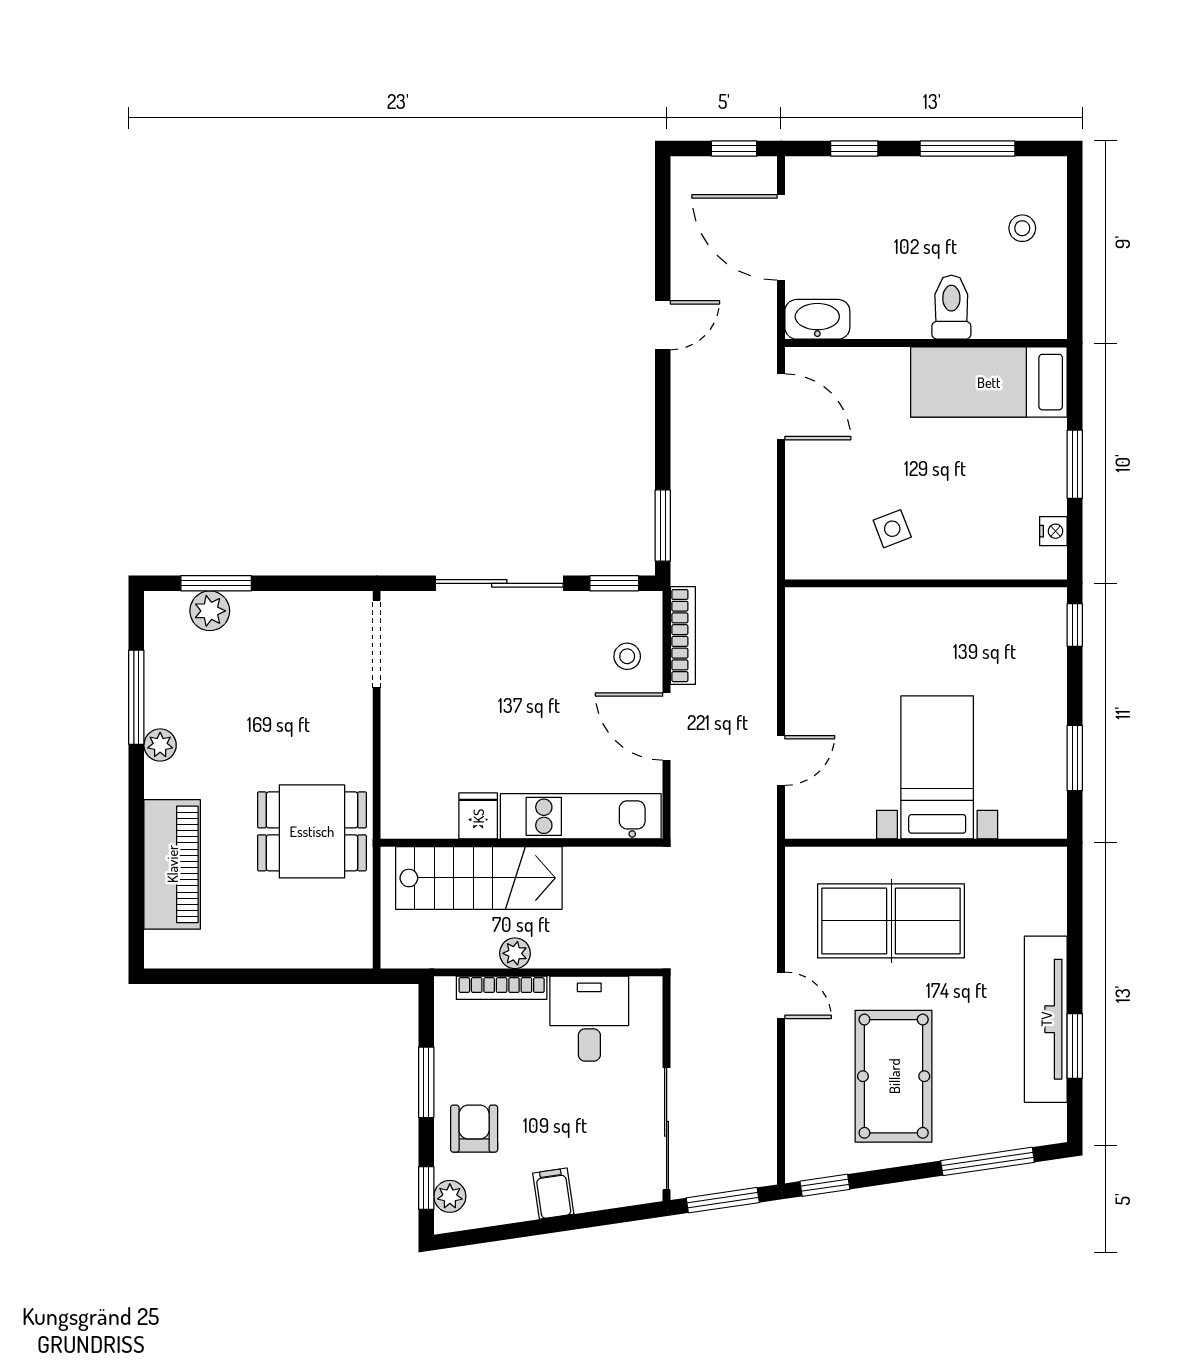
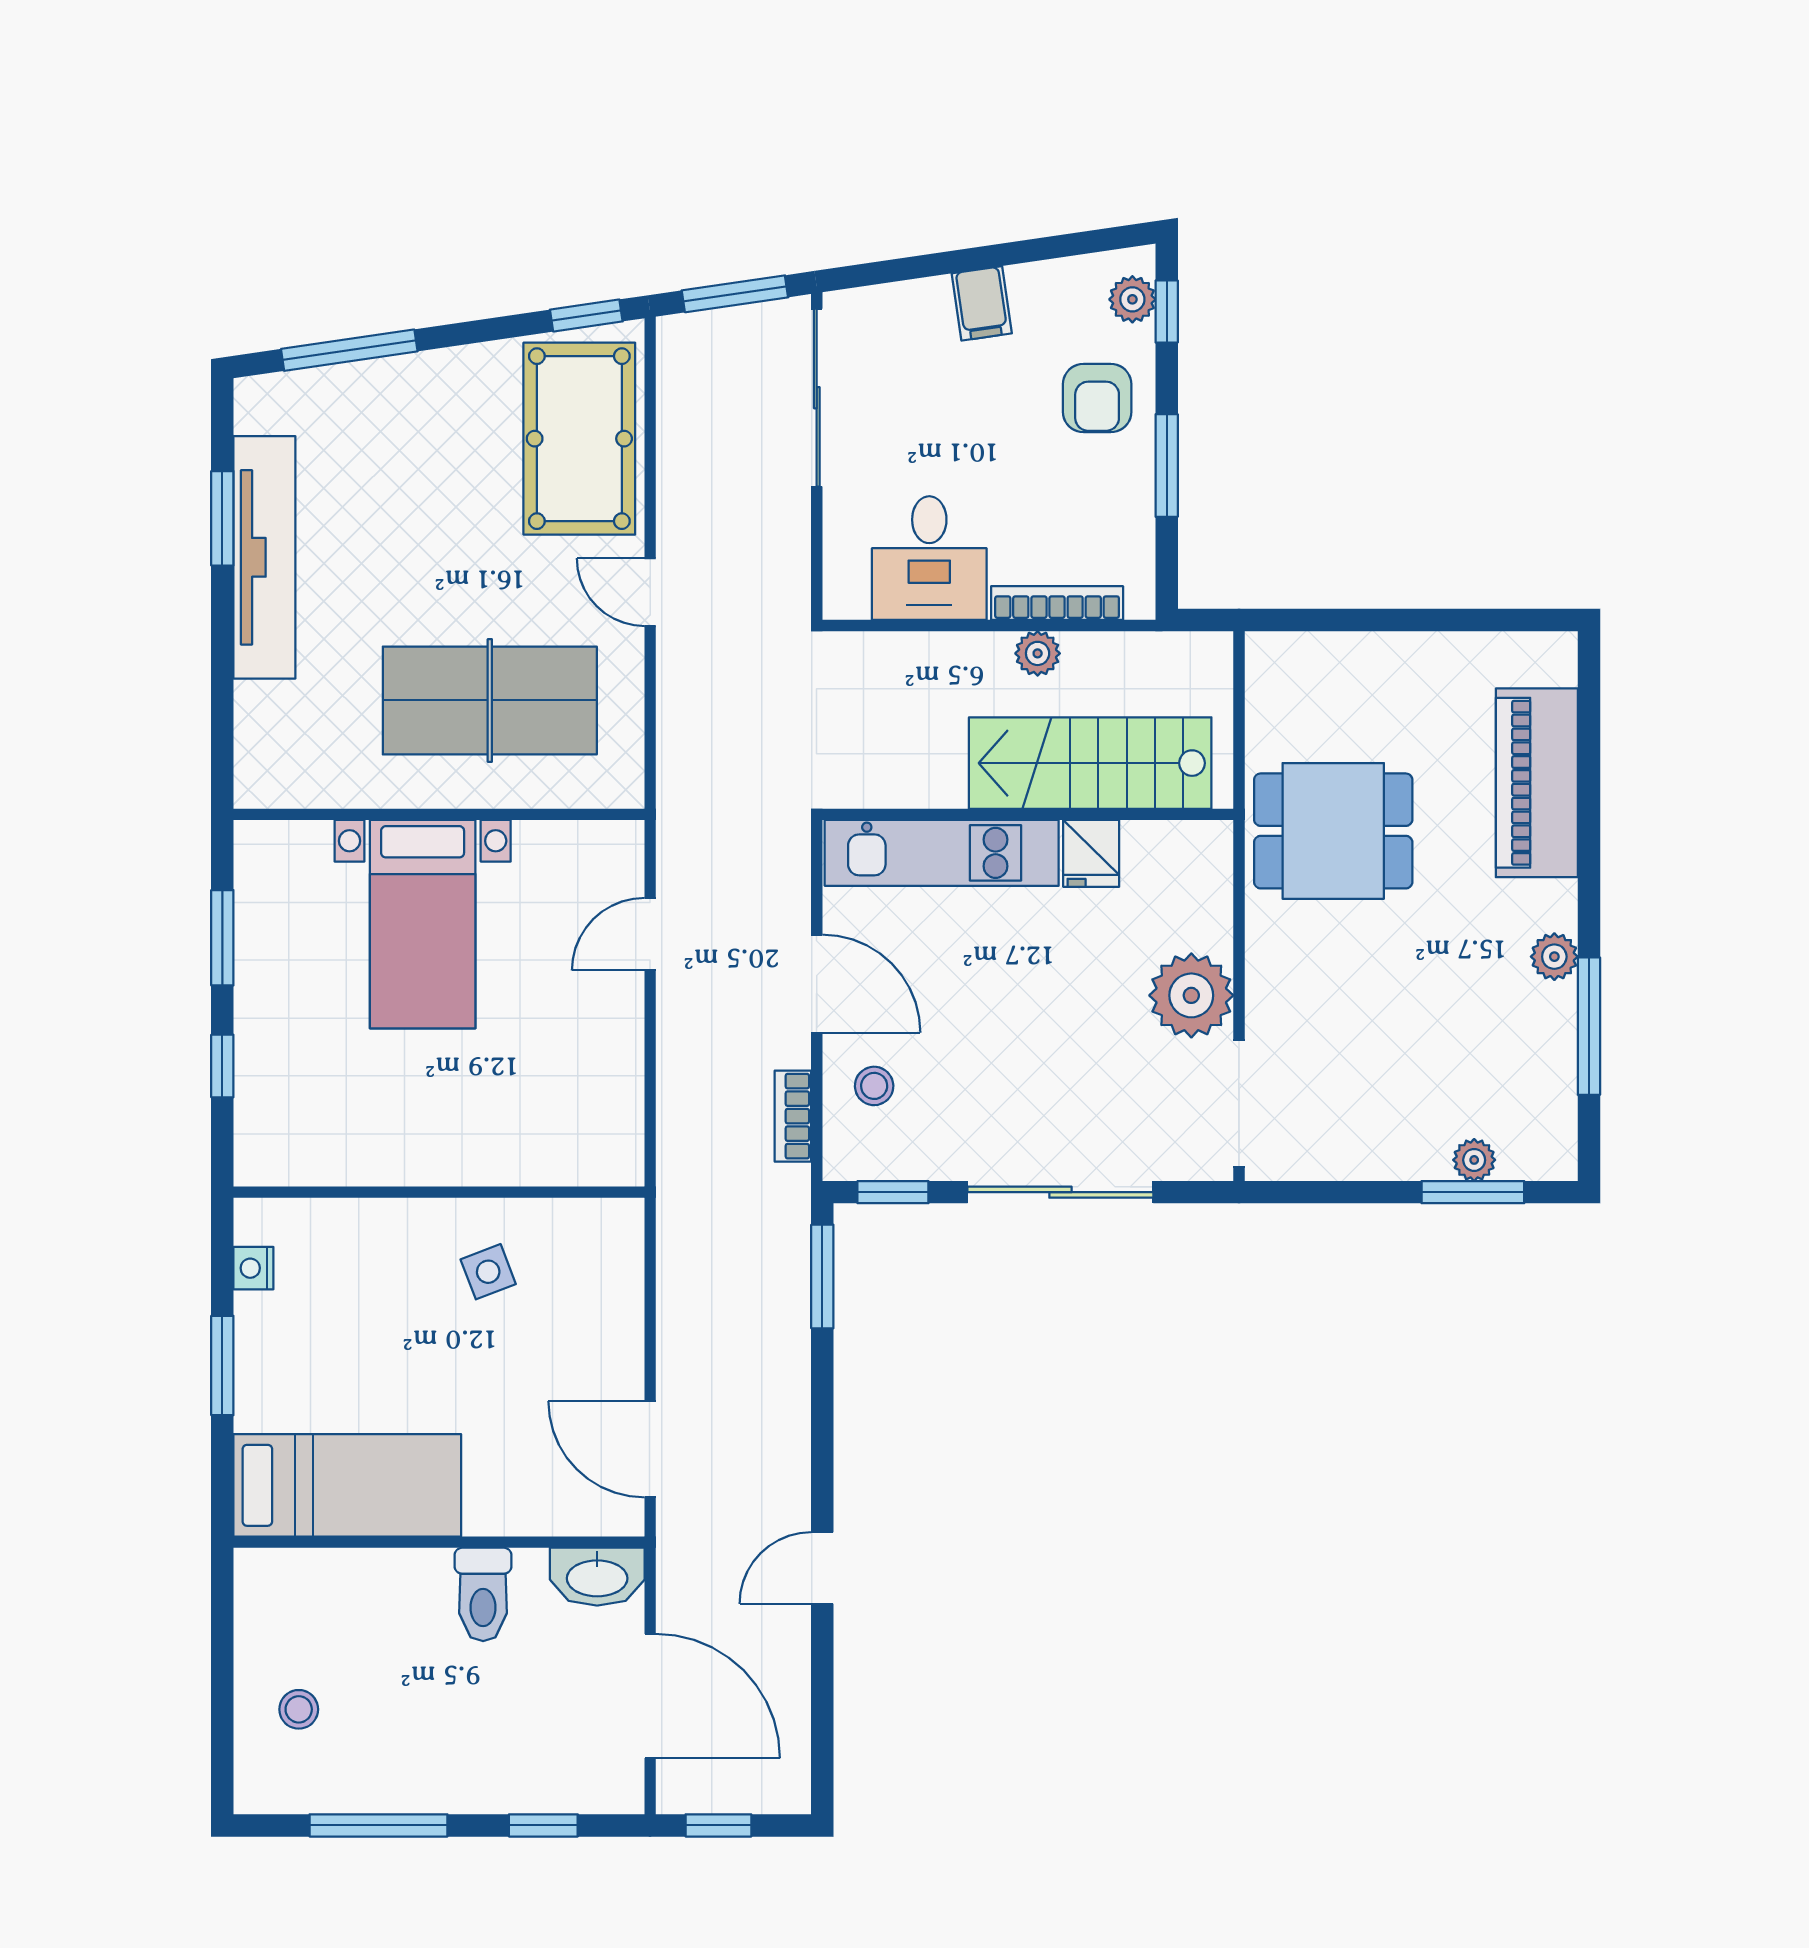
toilet: (951, 307) -> (483, 1594), moved
plant: (210, 611) -> (1474, 1160), width x0.73, depth x0.73
window: (1075, 625) -> (222, 1066), moved
bookcase: (683, 636) -> (793, 1116), width x0.64
plant: (409, 718) -> (1191, 995), added
pool table: (894, 1076) -> (579, 439), moved

